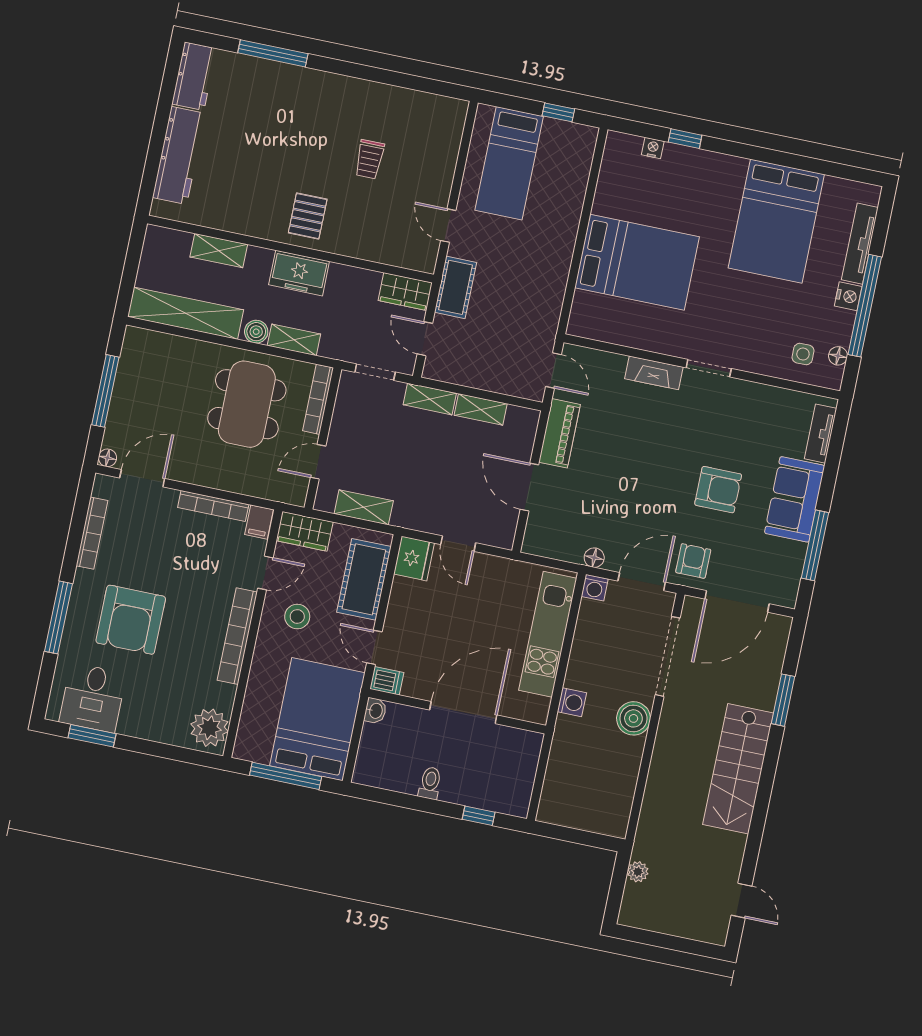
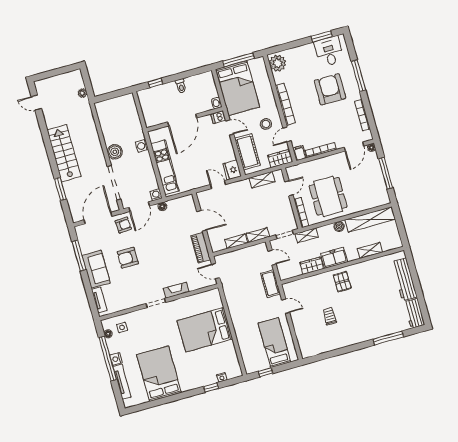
wardrobe: (405, 292) -> (312, 266), moved
shelving: (294, 340) -> (307, 235), moved
armchair: (693, 561) -> (123, 225), turned -94

